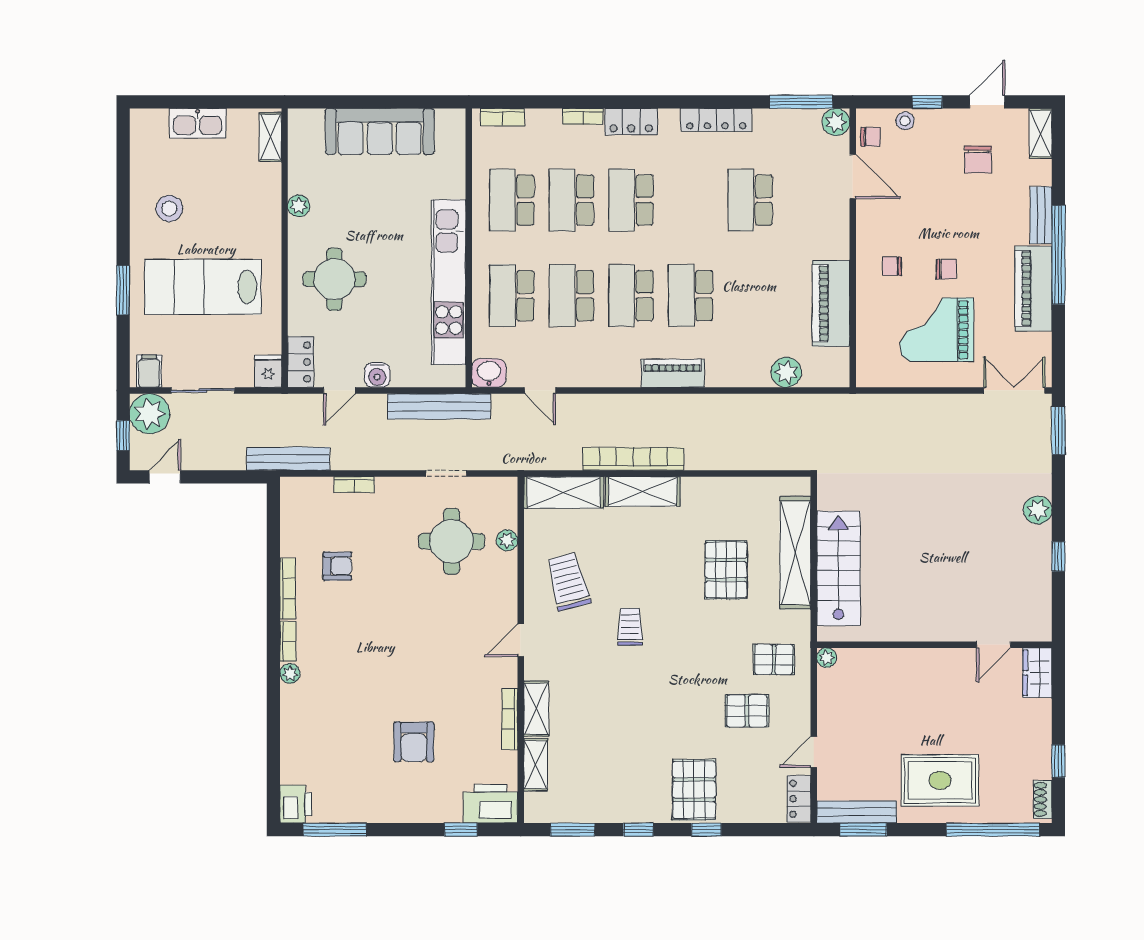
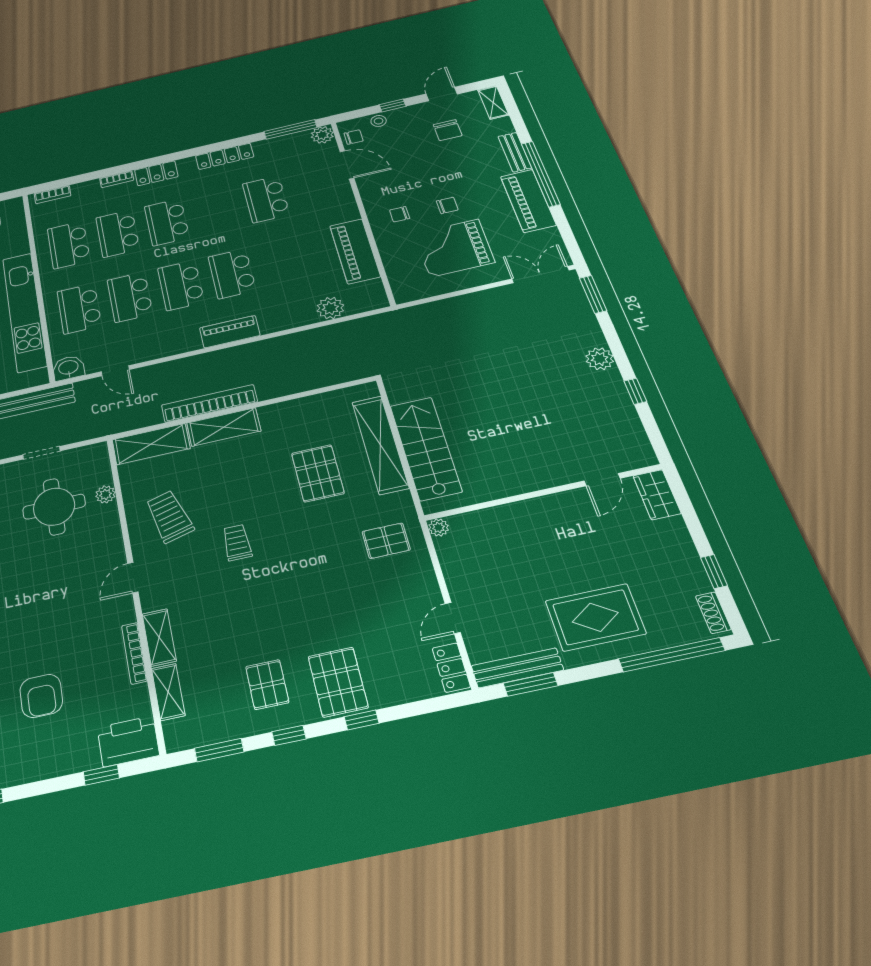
pallet: (747, 711) -> (267, 685), moved, turned 90

